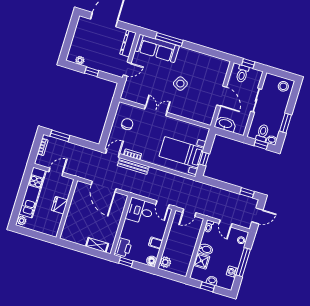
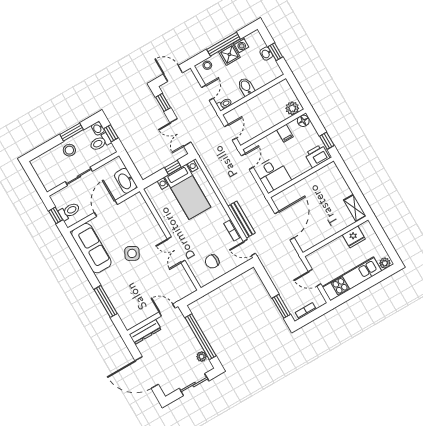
sliding door: (69, 39) -> (194, 385), added
sofa: (157, 48) -> (91, 248), moved
window: (92, 72) -> (201, 337), width x3.17
stool: (283, 86) -> (69, 150), moved
double door: (219, 184) -> (180, 132), added
fridge: (60, 205) -> (354, 237), moved
door: (189, 213) -> (230, 132), hinge flipped
shelving: (97, 245) -> (355, 208), moved
shower: (202, 261) -> (229, 54), moved

